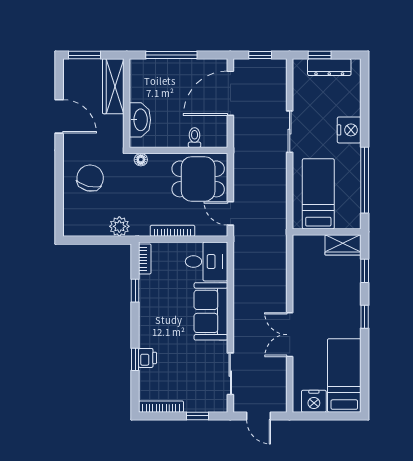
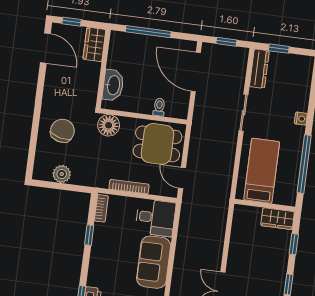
window: (84, 55) -> (72, 22), width x0.67
dresser: (329, 67) -> (259, 69), moved, turned -90
wardrobe: (113, 86) -> (94, 44), width x0.67
door: (230, 93) -> (196, 72), hinge flipped
door: (59, 116) -> (45, 48), moved
nightstand: (349, 130) -> (301, 119), width x0.53, depth x0.56
floor lamp: (141, 160) -> (109, 125), width x1.89, depth x1.89
plant: (119, 226) -> (62, 174), moved

